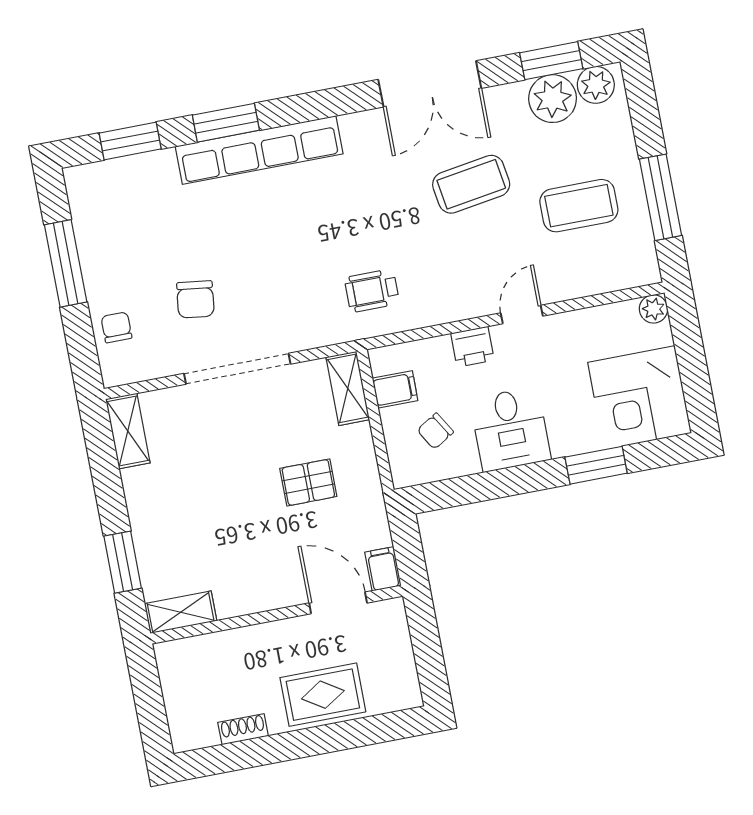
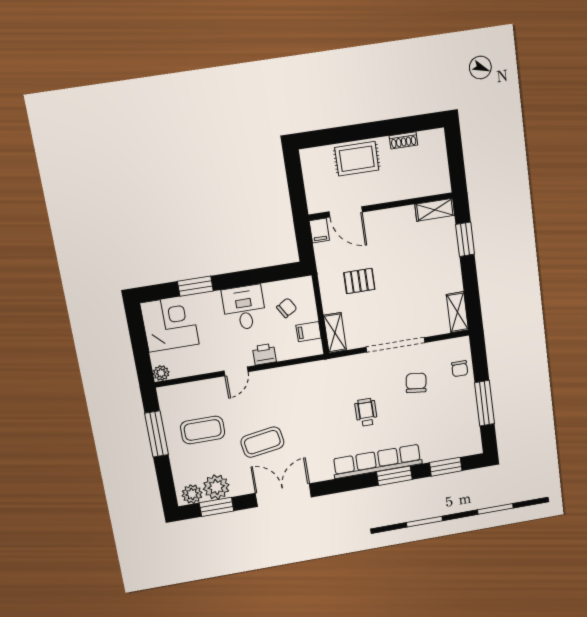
wheelchair: (372, 291) -> (366, 412), moved, turned -90

